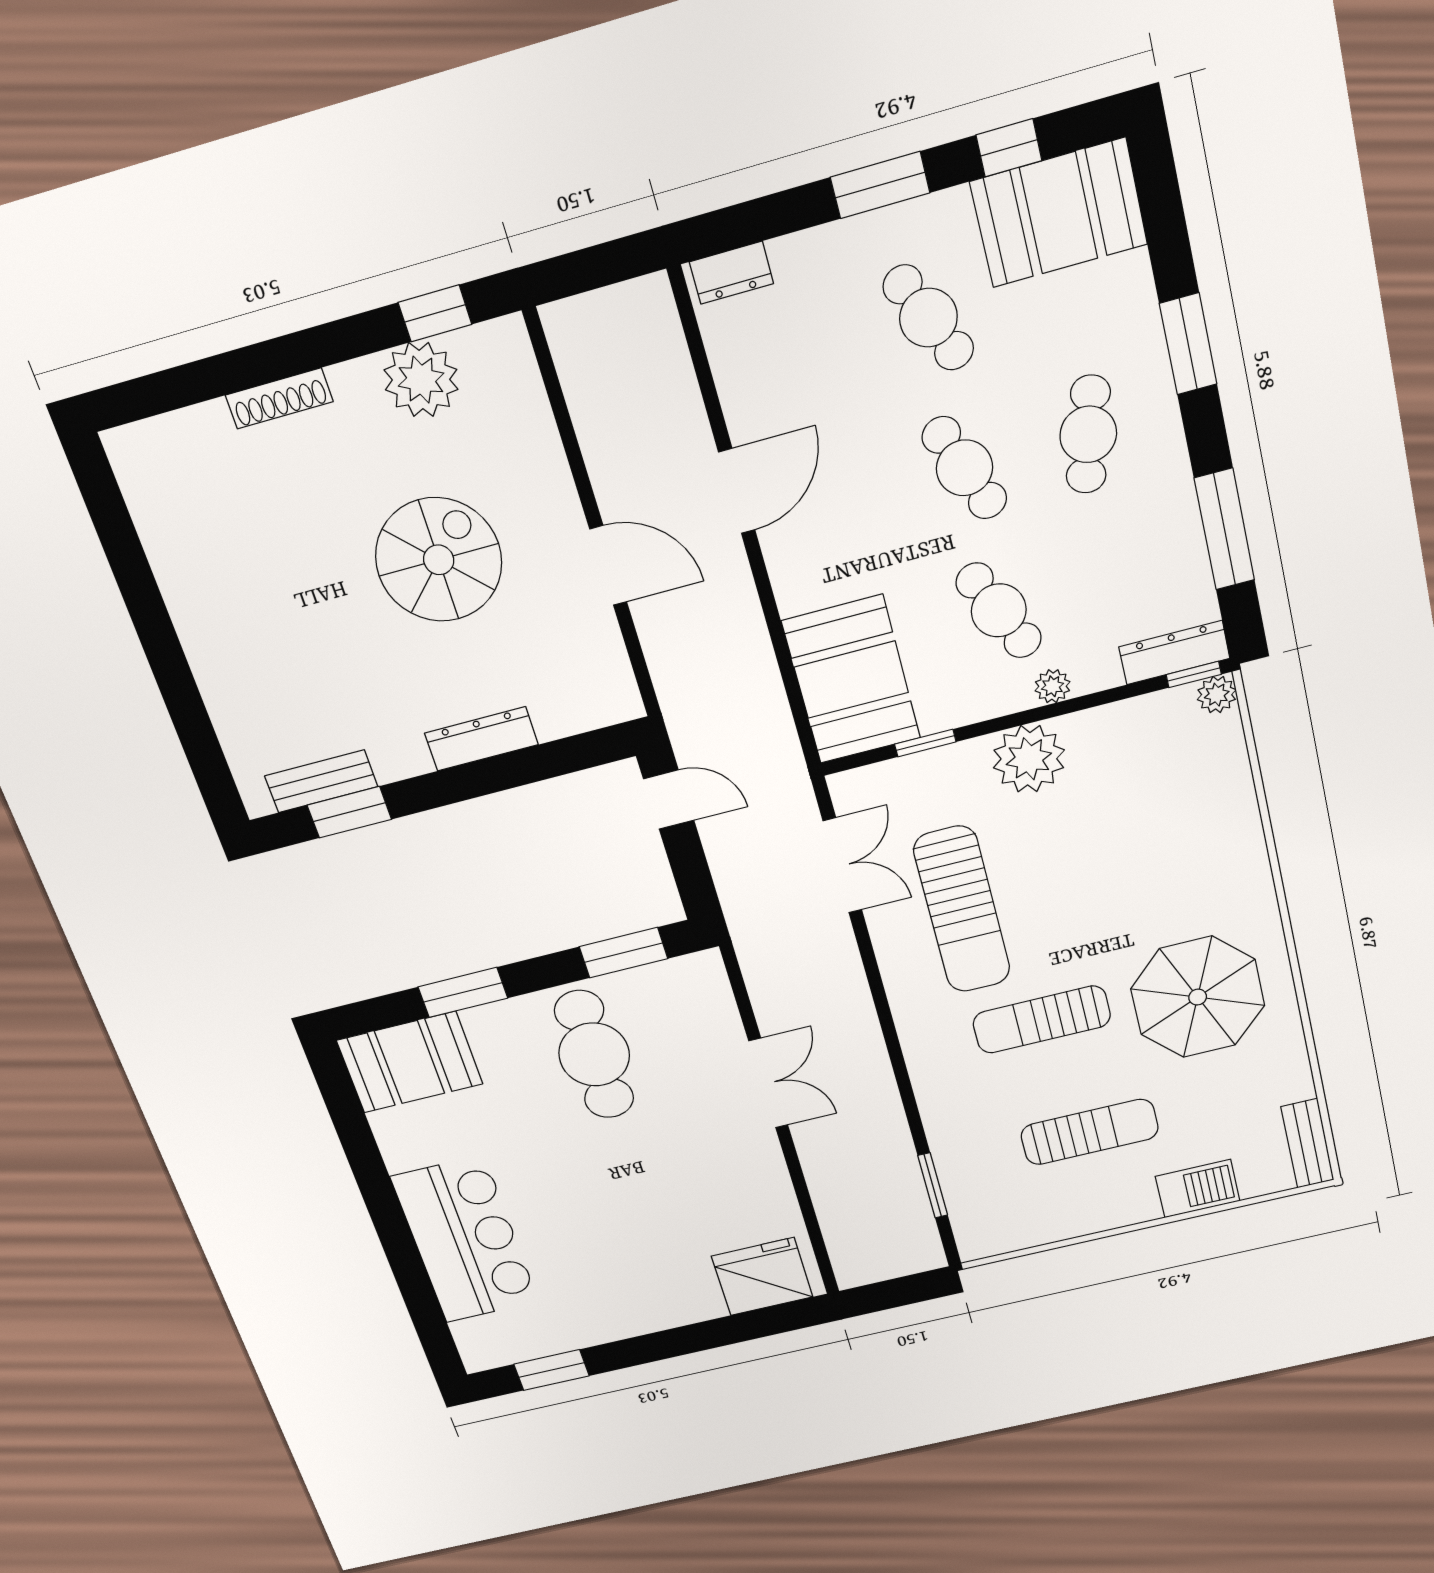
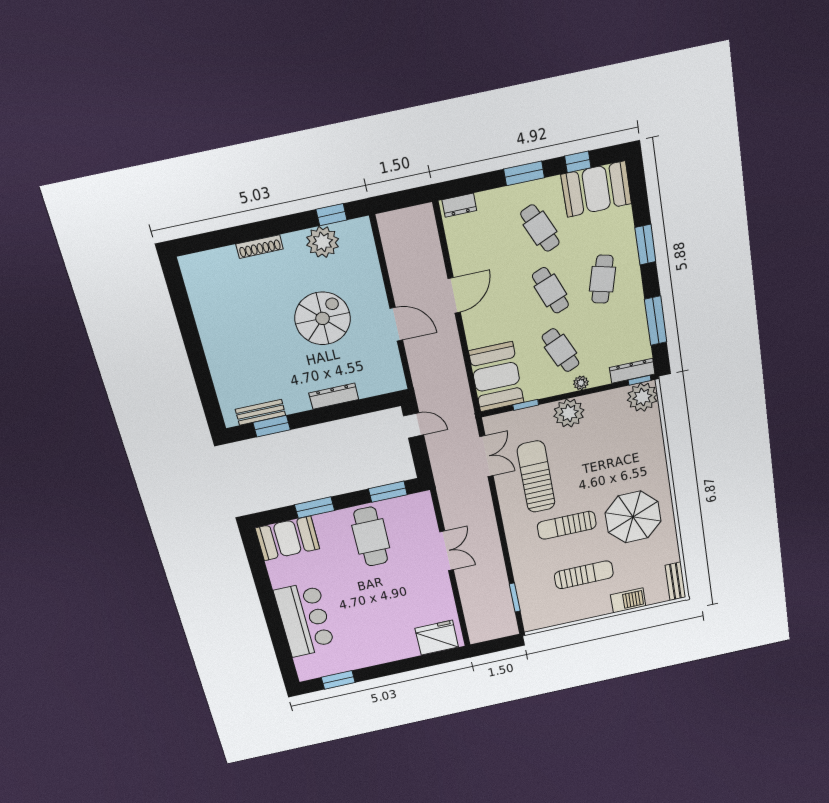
plant: (1217, 695) -> (642, 397), width x1.88, depth x1.88
sun lounger: (962, 910) -> (536, 477), turned 180

